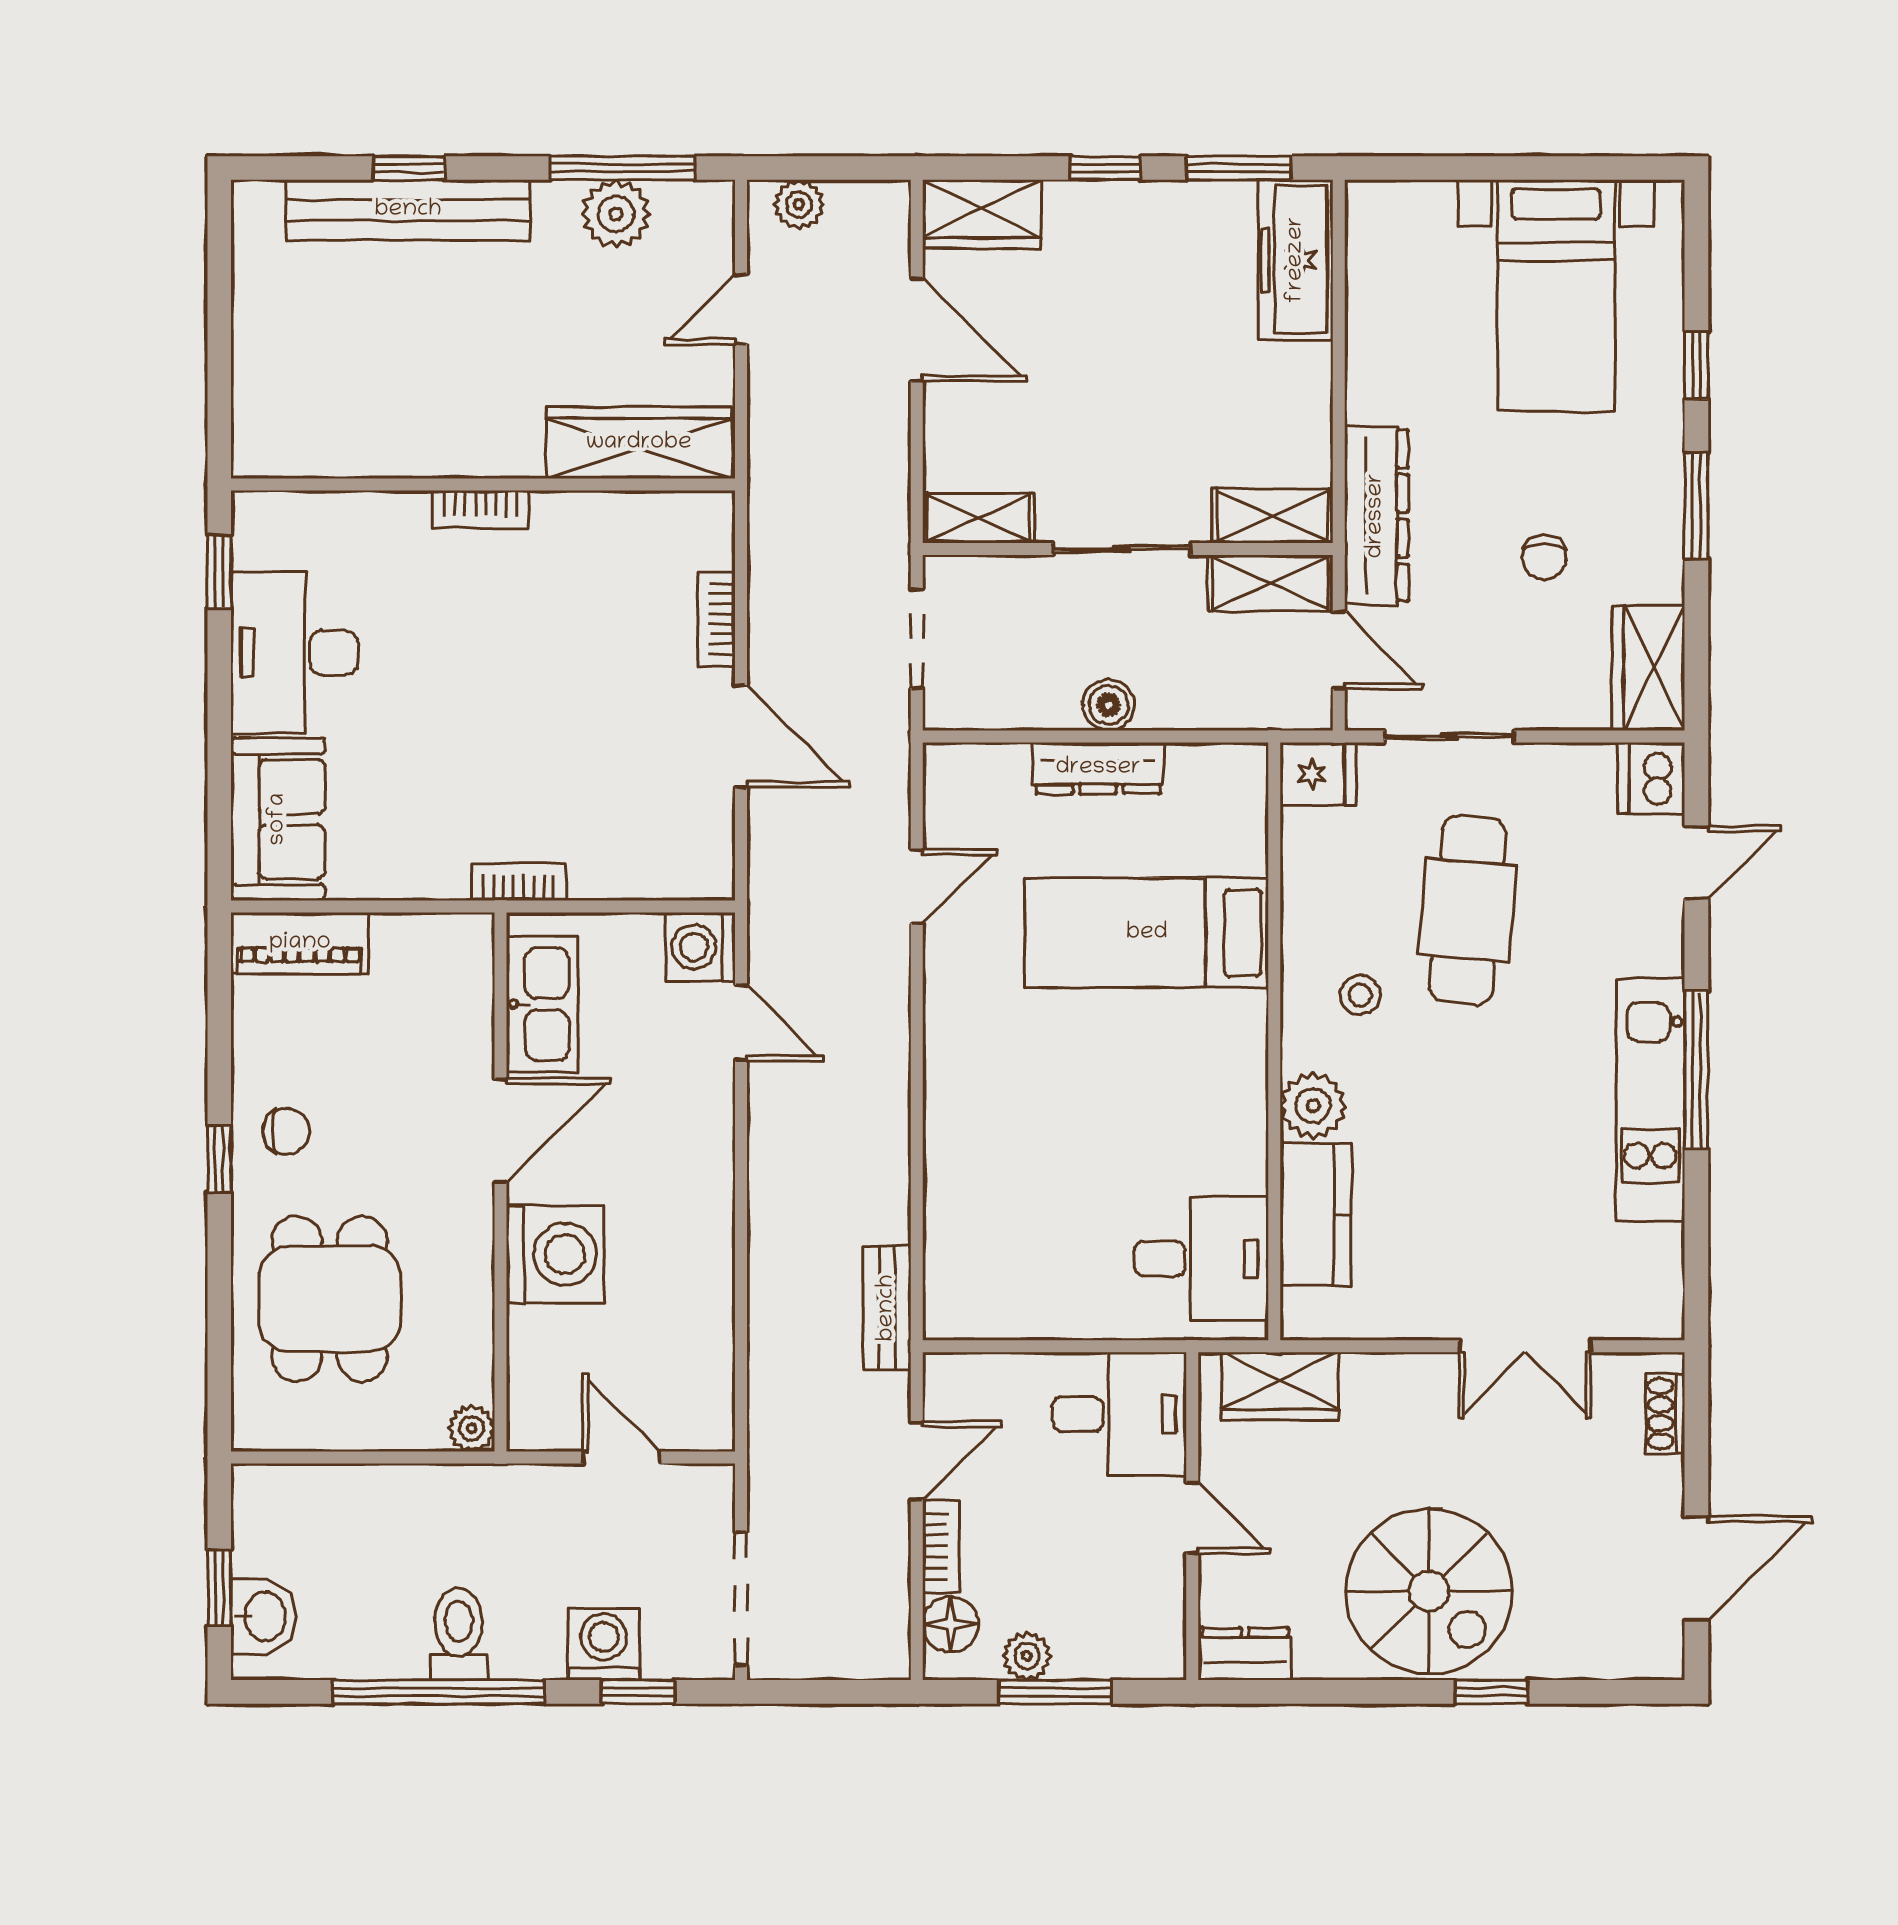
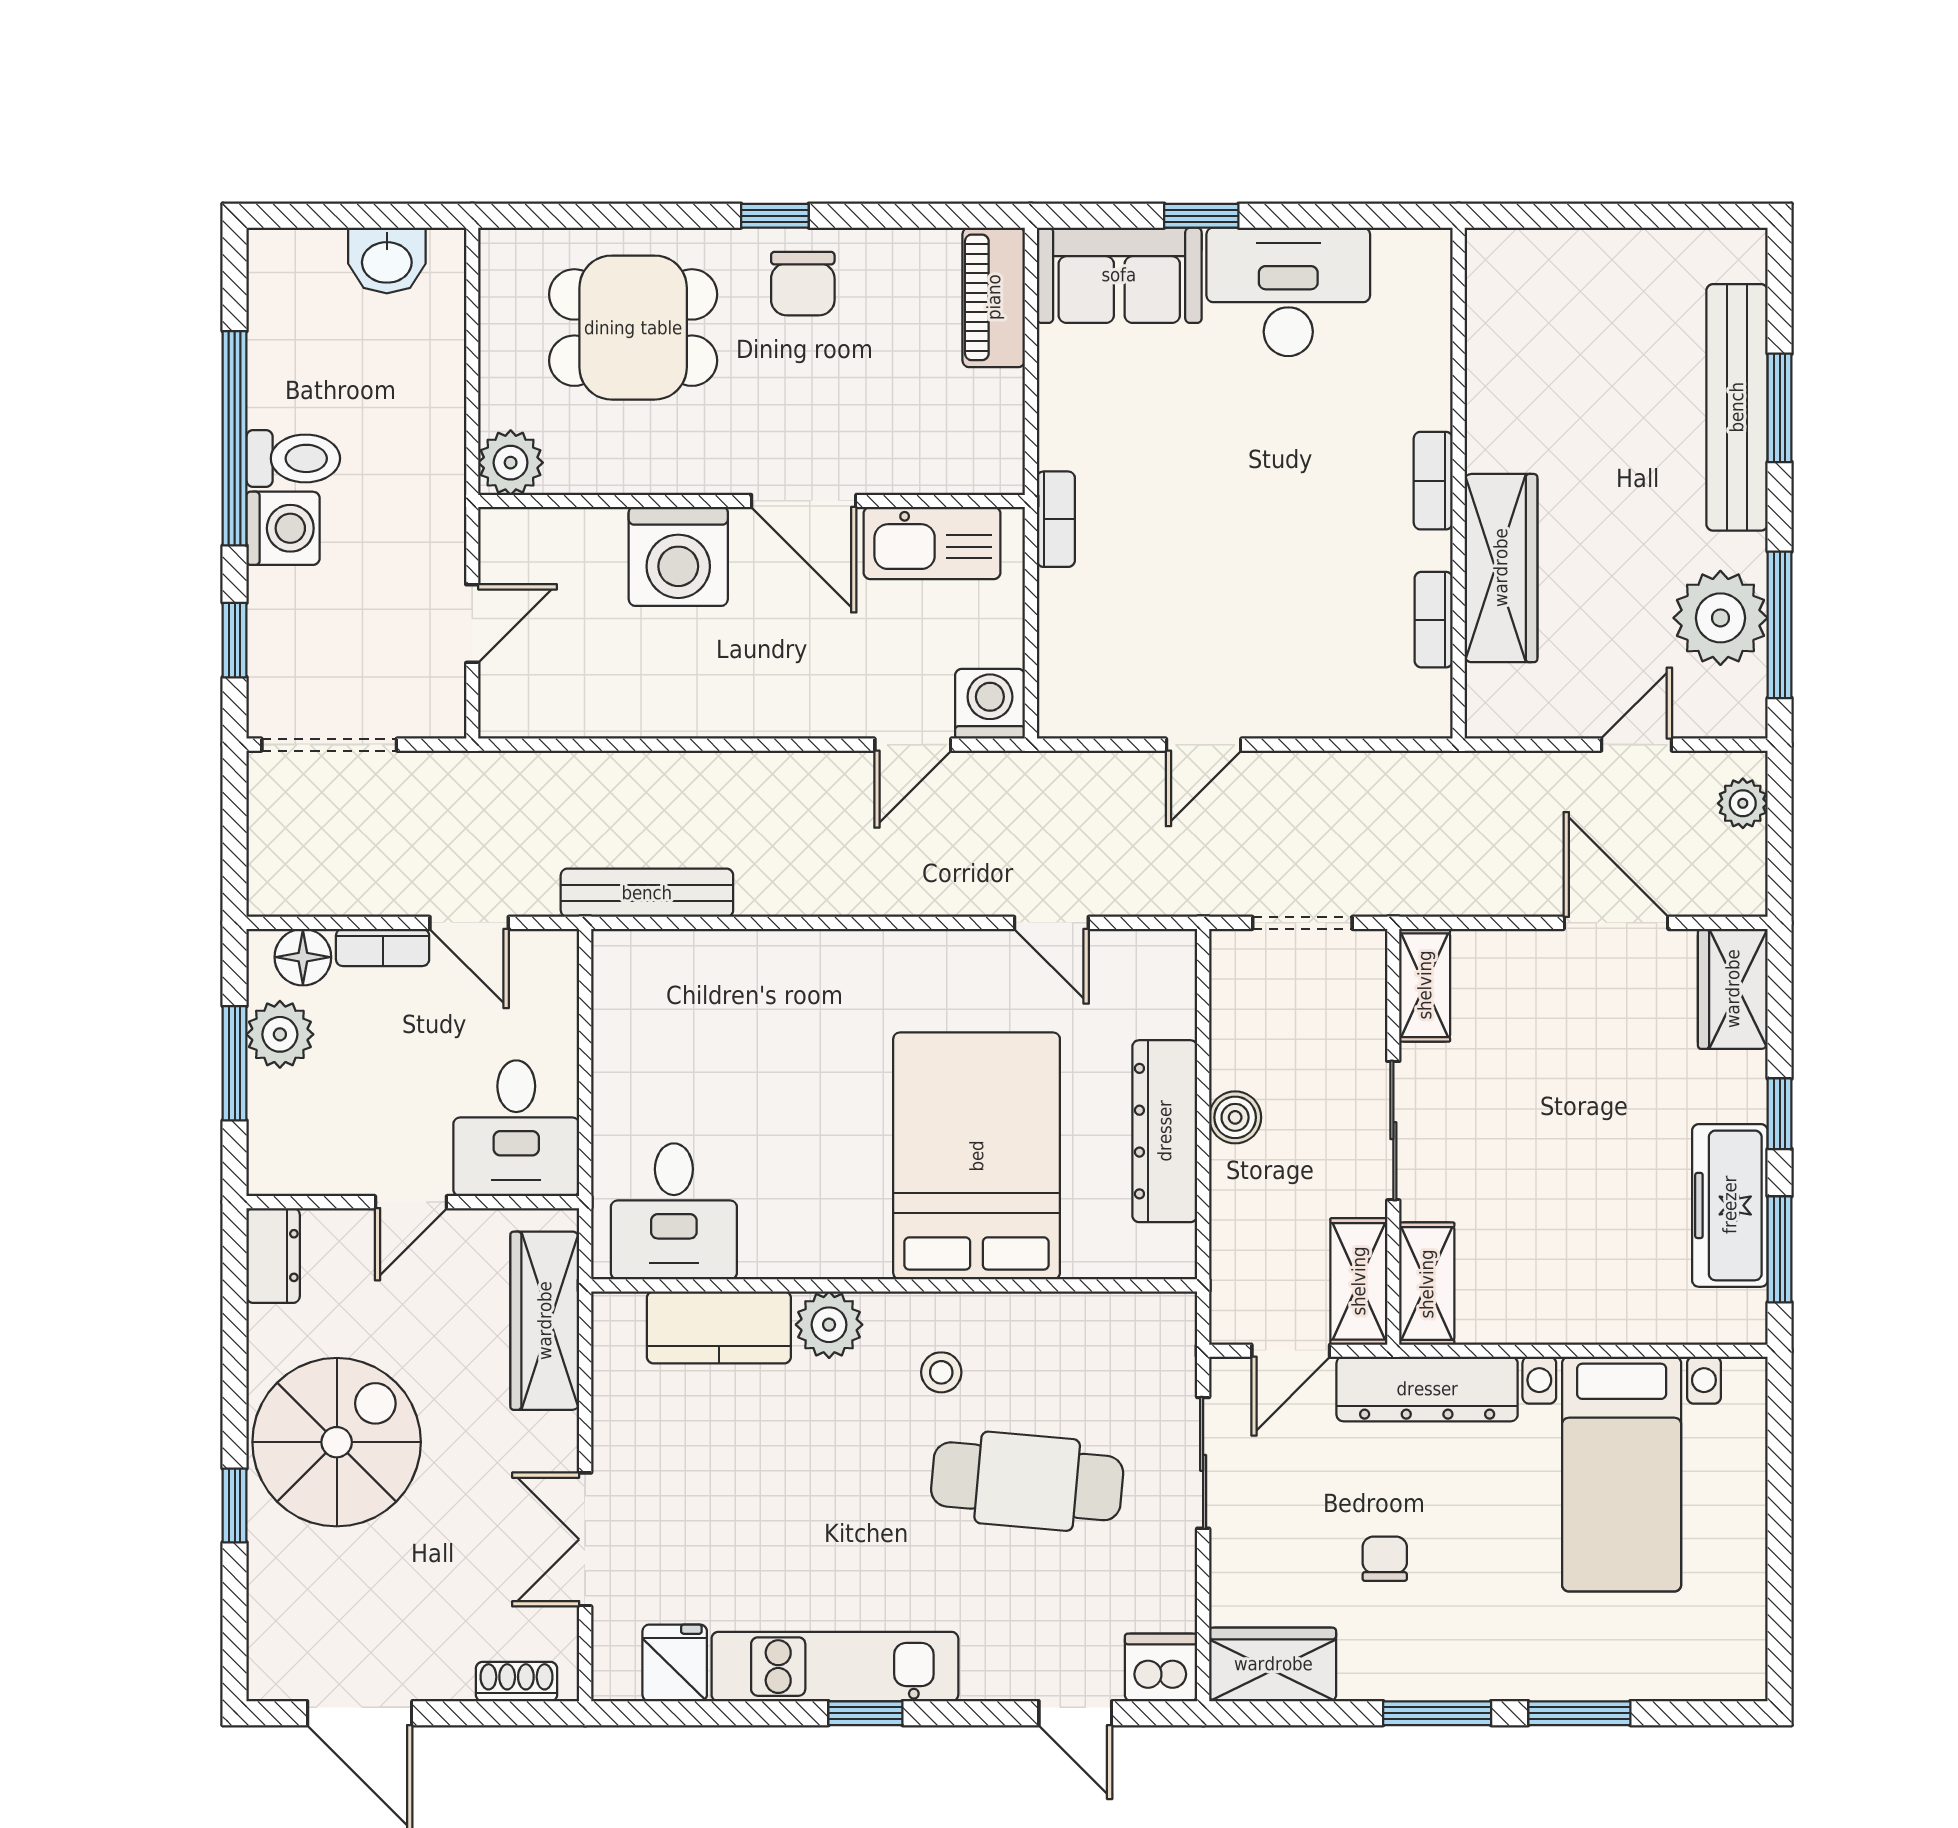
window: (409, 168) -> (1780, 408), width x1.50
plant: (616, 214) -> (1720, 618), width x1.36, depth x1.36
freezer: (1296, 260) -> (1730, 1205), moved, turned -90
bed with nightstands: (1556, 296) -> (1622, 1474), moved, turned -90
door: (741, 309) -> (1636, 745), hinge flipped
door: (917, 329) -> (1616, 923), swing flipped
window: (1696, 365) -> (1579, 1713), width x1.50
wardrobe: (639, 443) -> (1501, 568), moved
chair: (1544, 557) -> (1385, 1559), turned 90
window: (219, 572) -> (1201, 216), moved
bookcase: (716, 619) -> (1434, 620), moved, turned -90
door: (741, 736) -> (1204, 745), width x0.73
dresser: (1098, 768) -> (1165, 1131), width x1.37, depth x1.24
fridge: (1318, 774) -> (675, 1663), moved, turned 180
bed: (1147, 933) -> (977, 1156), width x1.50
window: (1696, 1070) -> (865, 1713), width x0.46
chair: (286, 1131) -> (803, 284), width x1.37, depth x1.37
bench: (887, 1308) -> (647, 893), width x1.36
wardrobe: (1280, 1386) -> (545, 1321), width x1.50
plant: (471, 1428) -> (511, 463), width x1.38, depth x1.38
window: (219, 1588) -> (340, 216), removed
spiral stairs: (1429, 1591) -> (337, 1442), turned 180
washbasin: (263, 1616) -> (387, 260), moved
washing machine: (604, 1644) -> (283, 528), moved
plant: (1027, 1656) -> (280, 1034), width x1.38, depth x1.38

